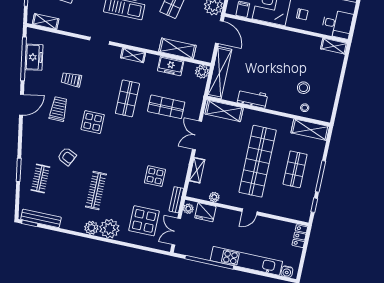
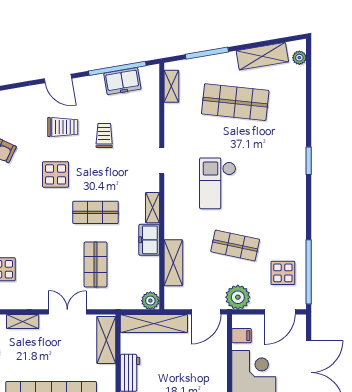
freezer: (171, 66) -> (149, 240), moved

